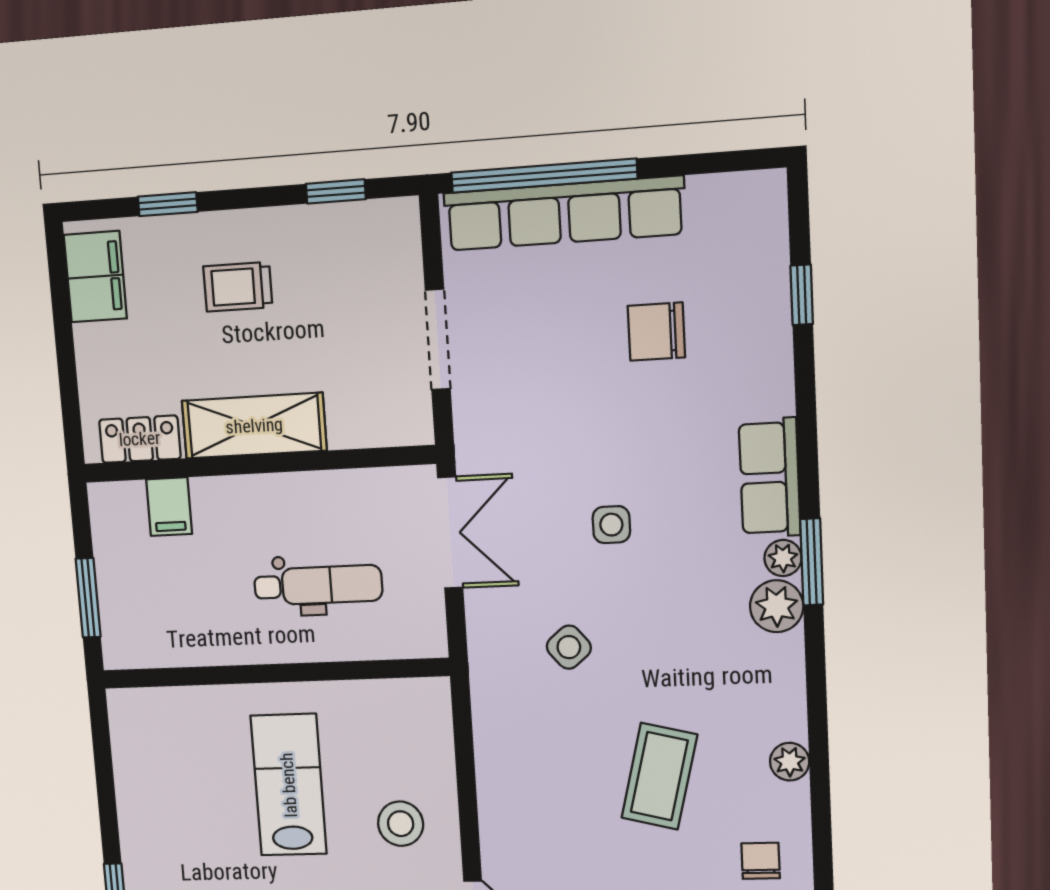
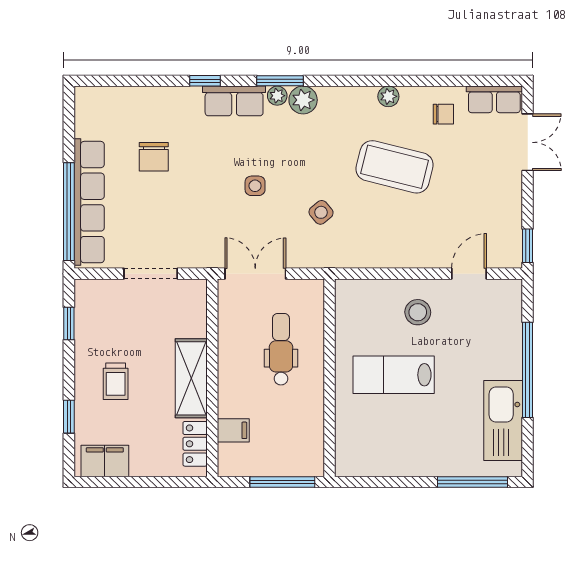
window: (802, 295) -> (205, 81), moved
window: (88, 598) -> (282, 482), width x1.44
coffee table: (659, 776) -> (395, 167), width x1.36, depth x1.32
chair: (761, 861) -> (443, 114), turned 180

